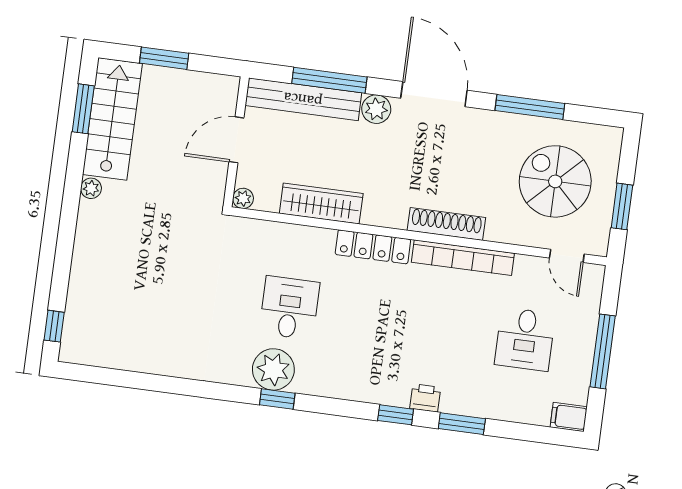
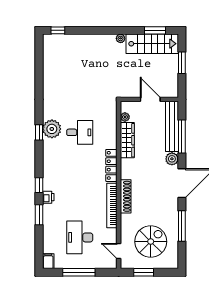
plant: (243, 198) -> (125, 117), moved
door: (567, 256) -> (119, 251), hinge flipped
desk: (525, 339) -> (80, 237), width x1.37

